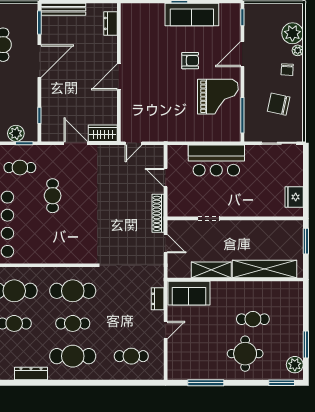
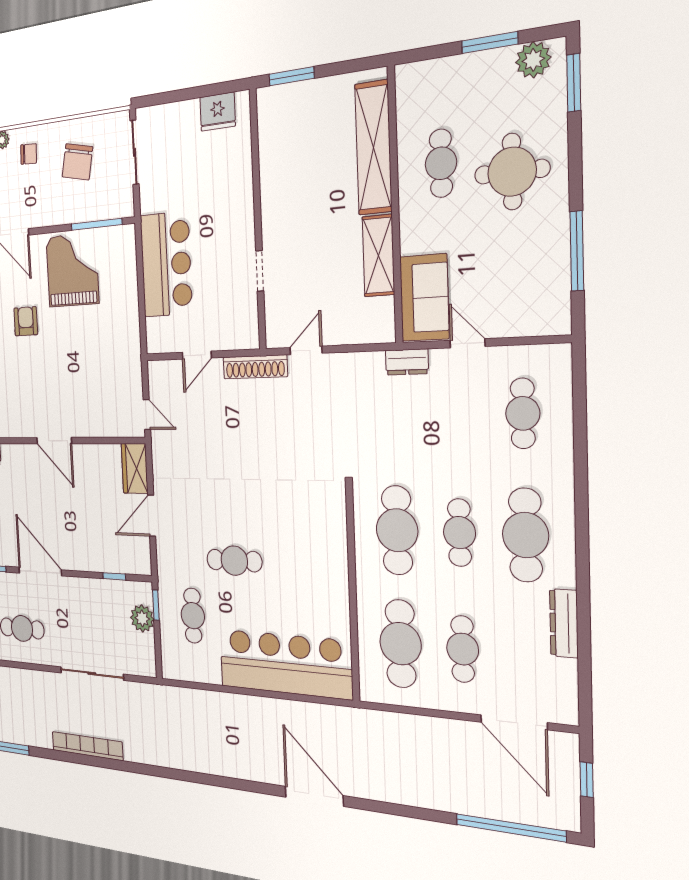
shelving: (265, 269) -> (373, 148), moved
shelving: (211, 270) -> (378, 256), moved
wall: (235, 279) -> (395, 205), moved
sofa: (189, 293) -> (424, 298), moved

